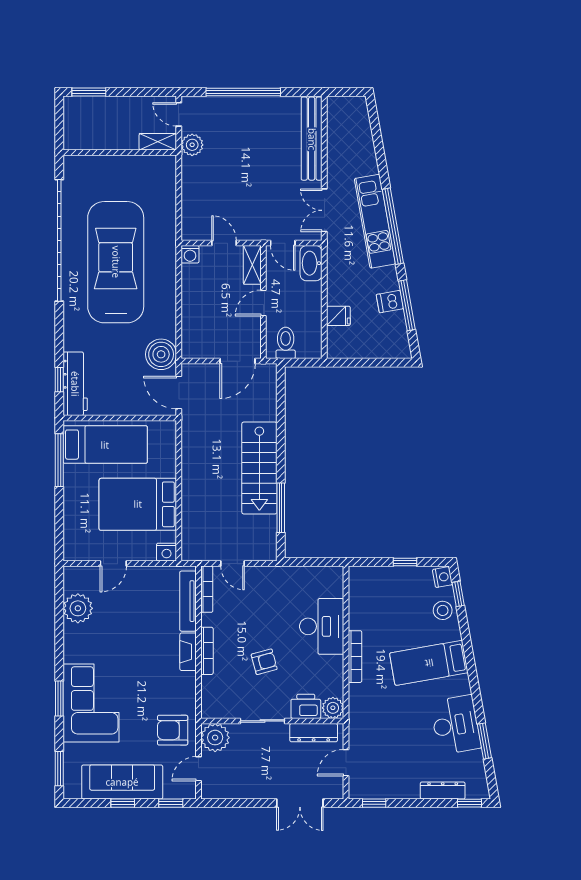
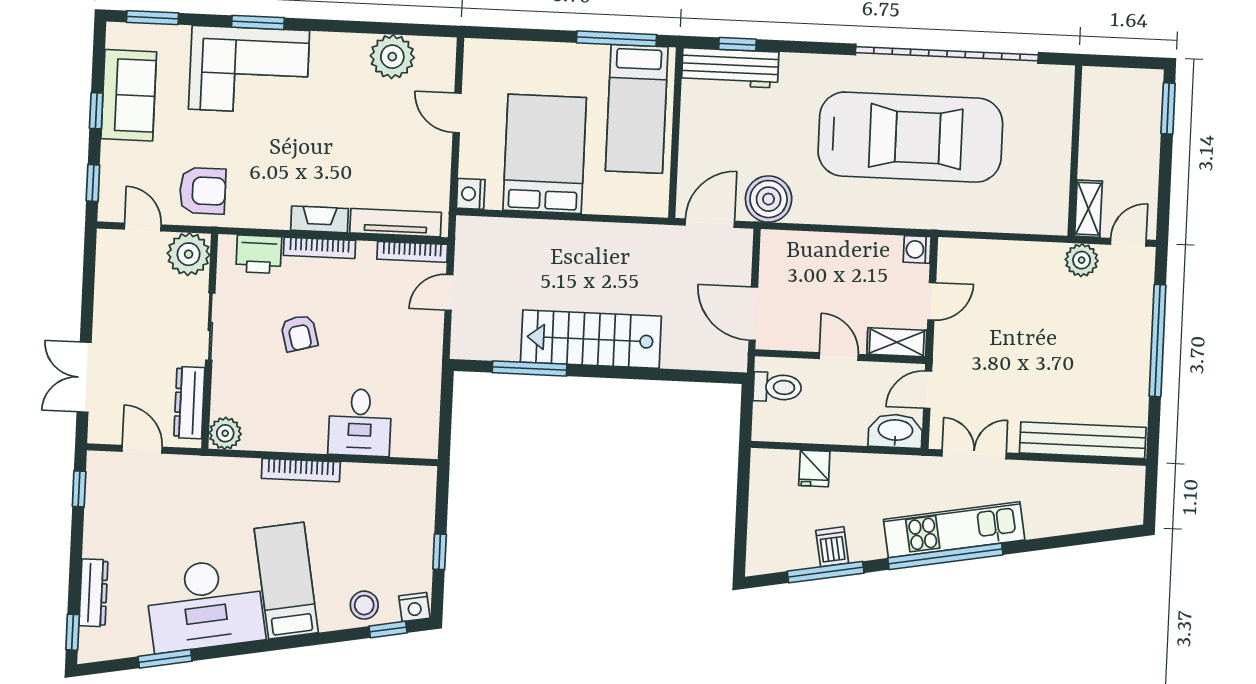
desk: (322, 626) -> (360, 422), width x0.73
printer: (306, 706) -> (259, 254), moved, turned 90
desk: (456, 725) -> (205, 605), width x1.36, depth x1.30
armchair: (173, 730) -> (203, 191), turned 90
sofa: (122, 782) -> (129, 95), width x0.73

